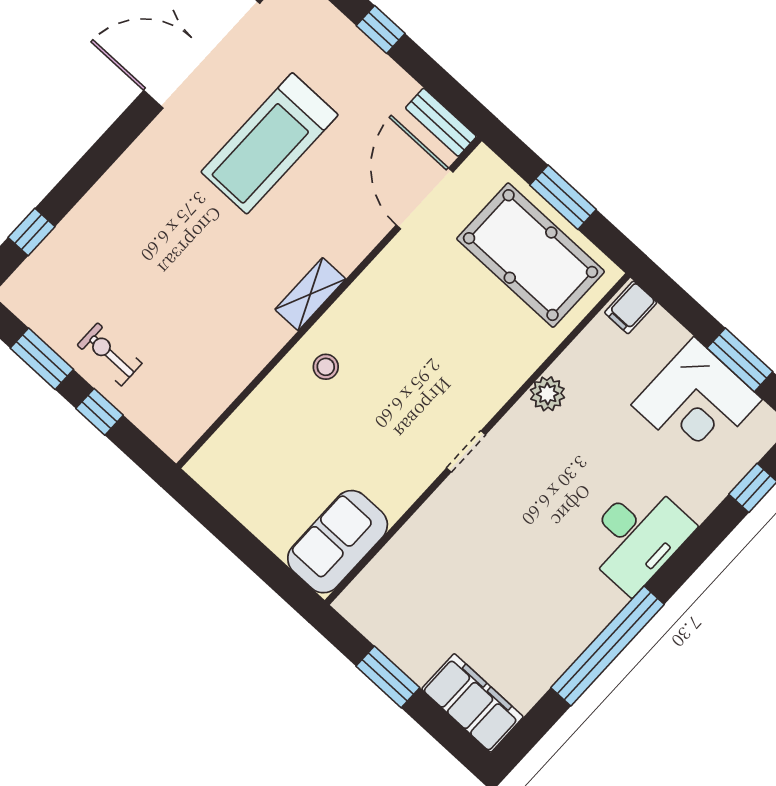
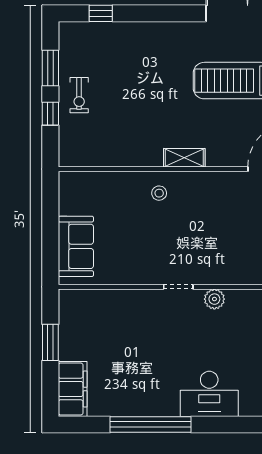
exercise bike: (110, 354) -> (79, 95), turned 180
plant: (547, 394) -> (214, 299), moved
sofa: (338, 542) -> (76, 246), moved, turned 90

